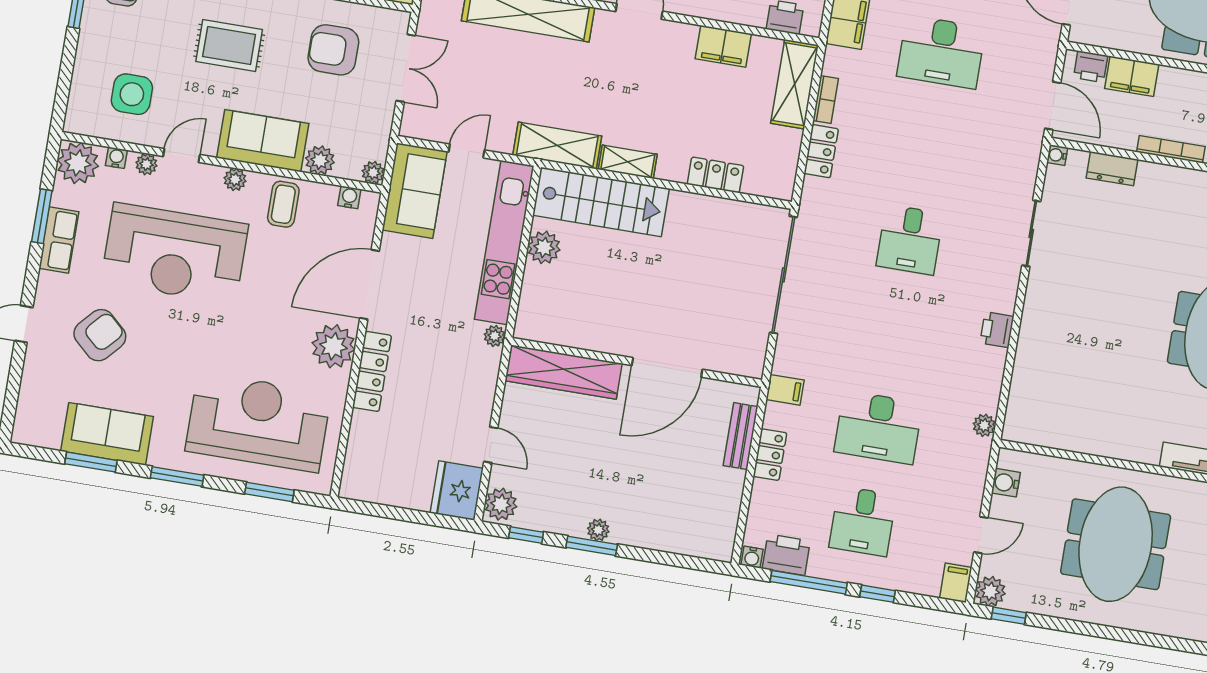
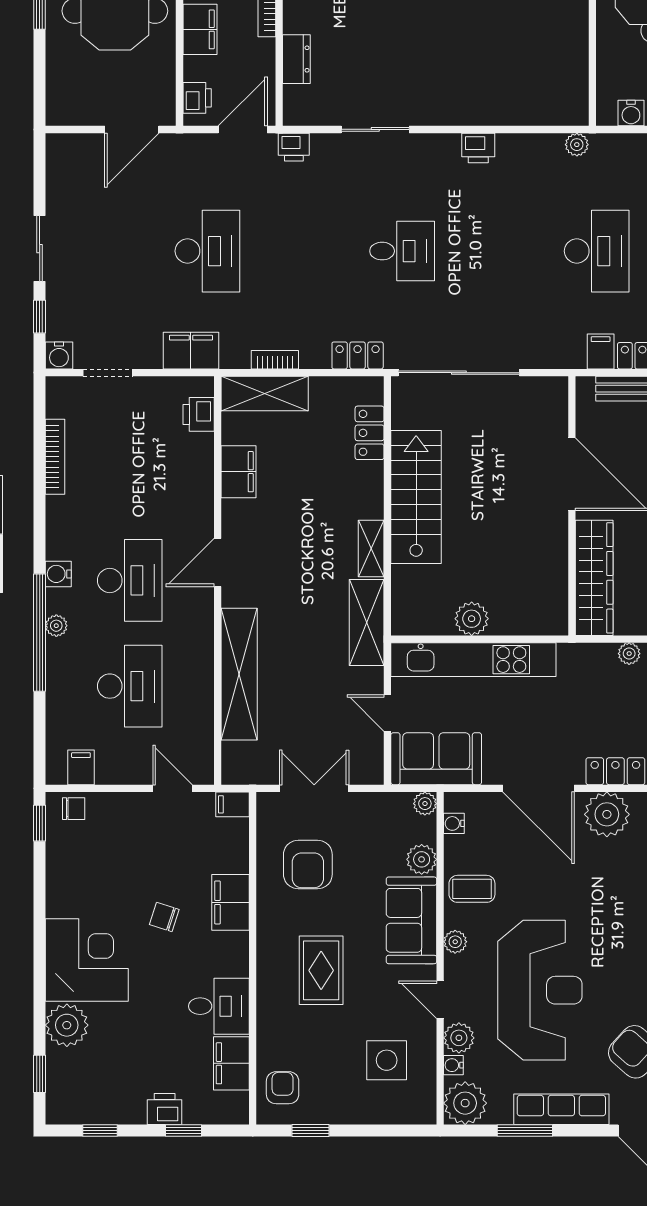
filing cabinet: (1132, 76) -> (200, 29), moved
locker: (821, 151) -> (358, 355), moved
printer: (1028, 152) -> (294, 147), added
water cooler: (1057, 155) -> (292, 117), removed
plant: (146, 164) -> (459, 1038), width x1.38, depth x1.38
locker: (715, 175) -> (370, 433), moved
stairs: (601, 202) -> (416, 497), moved
row of seats: (59, 240) -> (561, 1109), width x1.48
plant: (495, 336) -> (629, 654), moved
filing cabinet: (785, 390) -> (601, 351), moved

